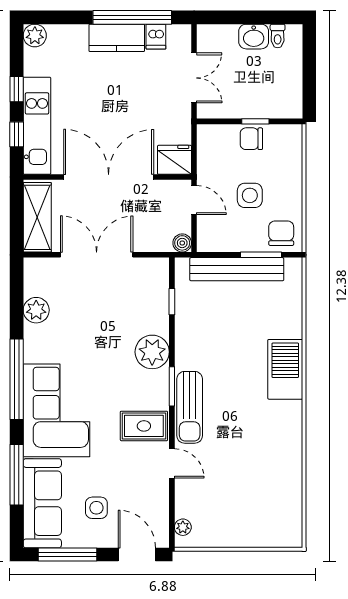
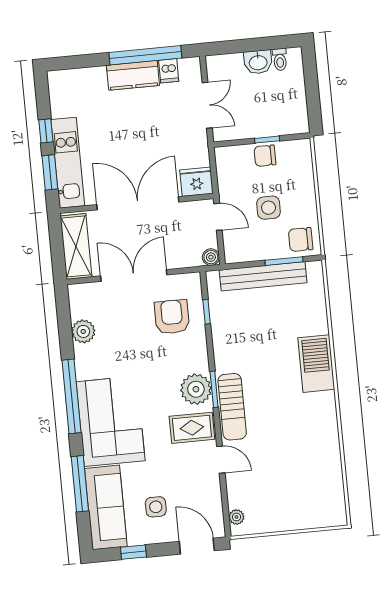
plant: (35, 35) -> (58, 80), removed
window: (17, 134) -> (50, 172), width x1.50
chair: (281, 233) -> (301, 239), turned -90
armchair: (134, 304) -> (172, 317), added
plant: (152, 352) -> (196, 389), moved
window: (67, 555) -> (133, 552), width x0.46

